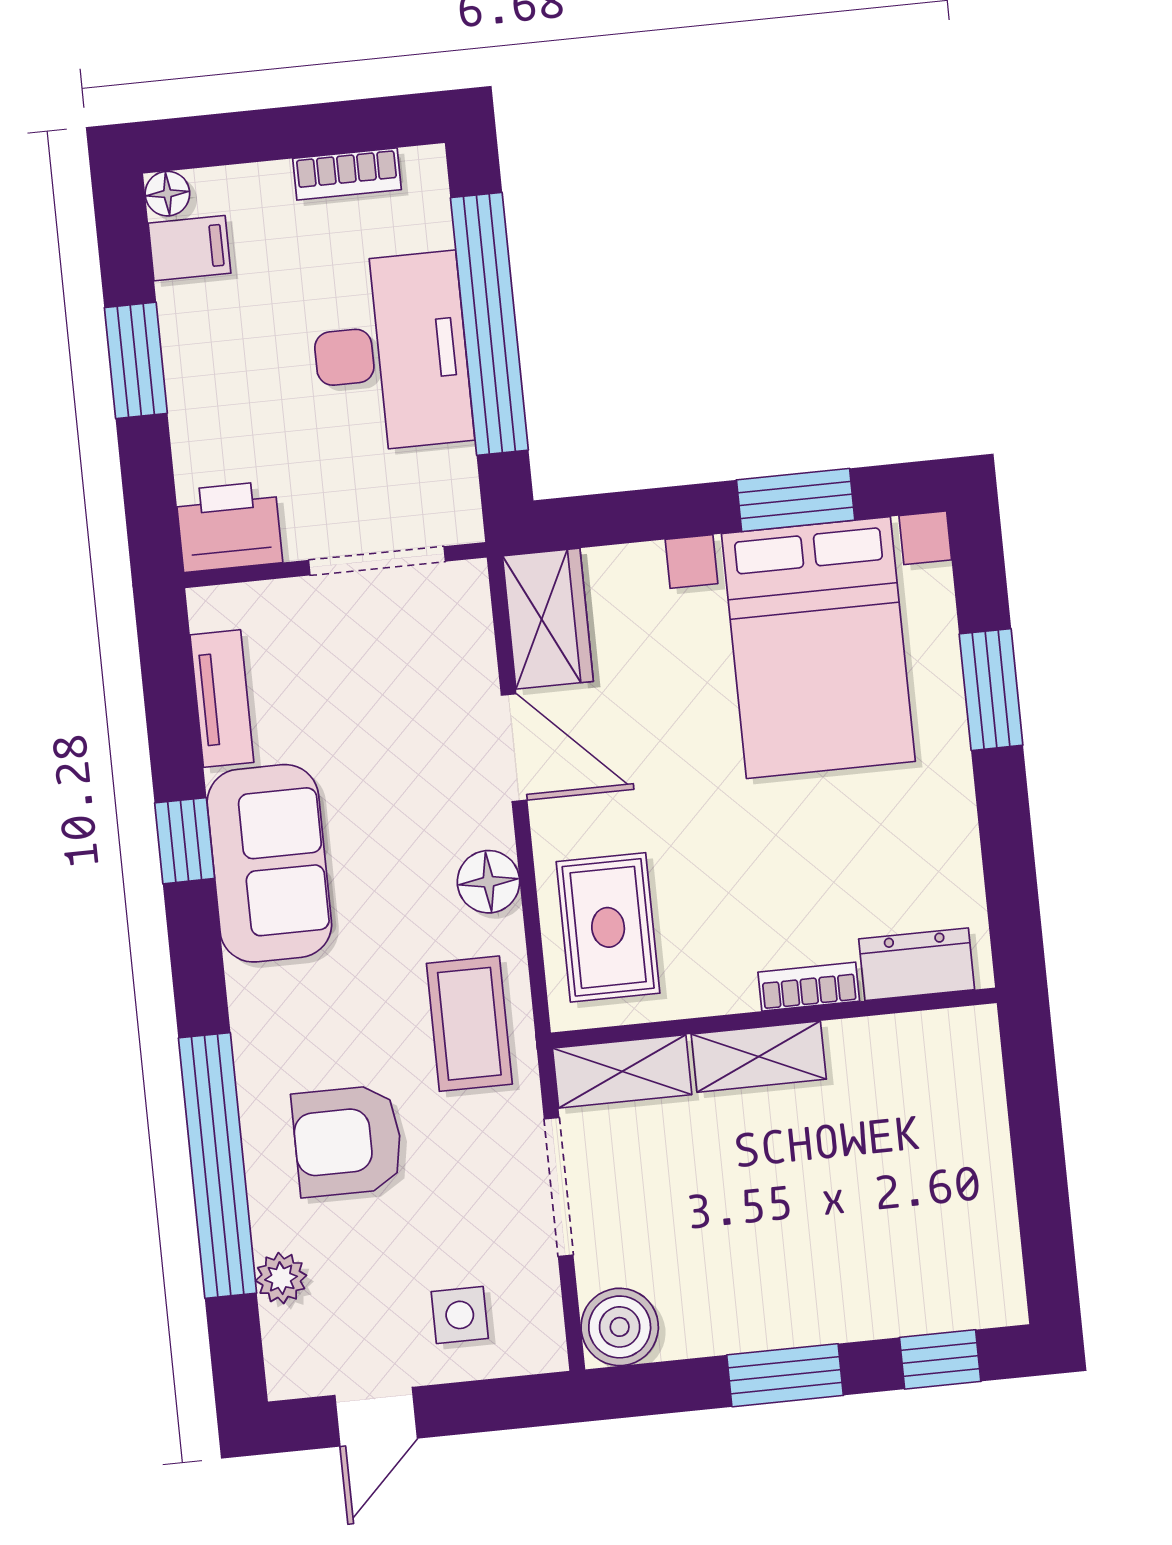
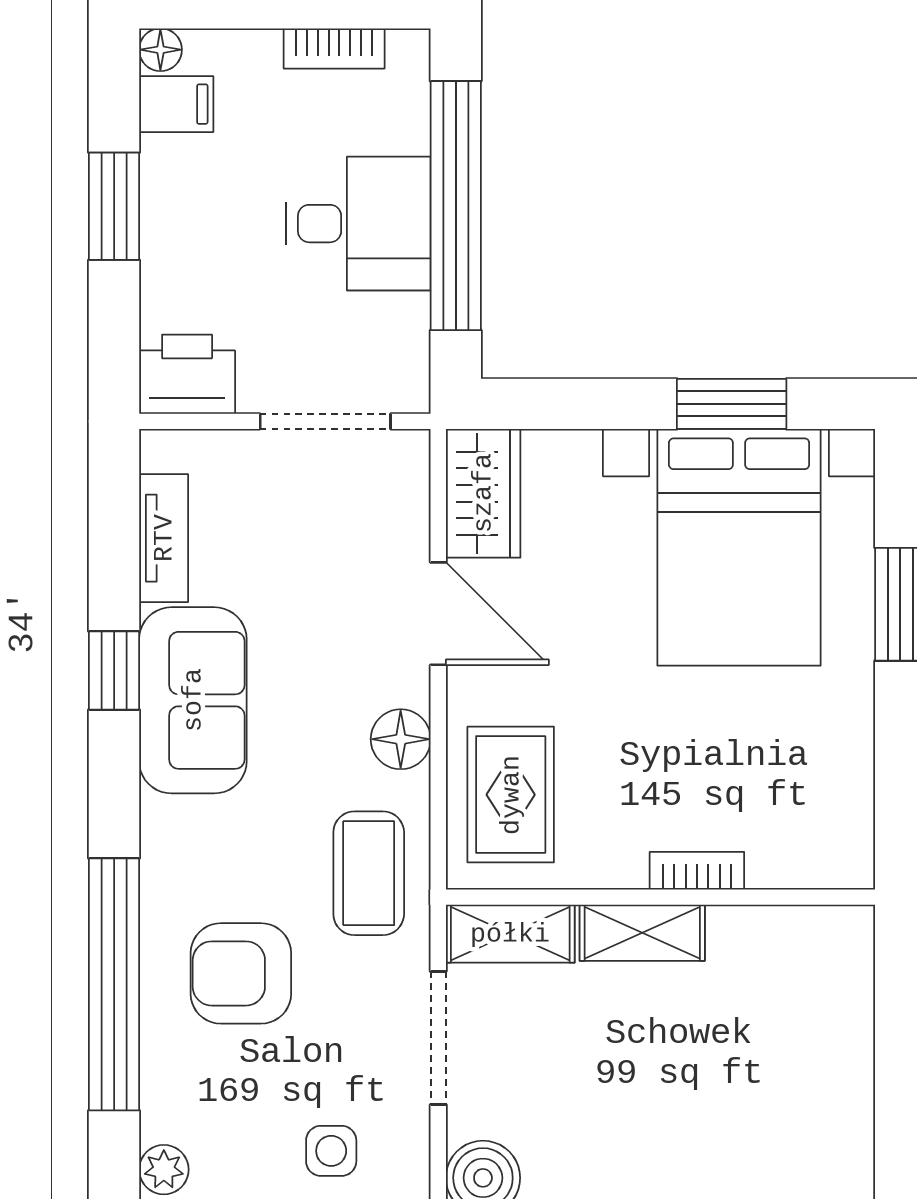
desk: (391, 353) -> (359, 224), width x0.73
dresser: (917, 964) -> (802, 860), removed
plant: (281, 1278) -> (164, 1170), moved

